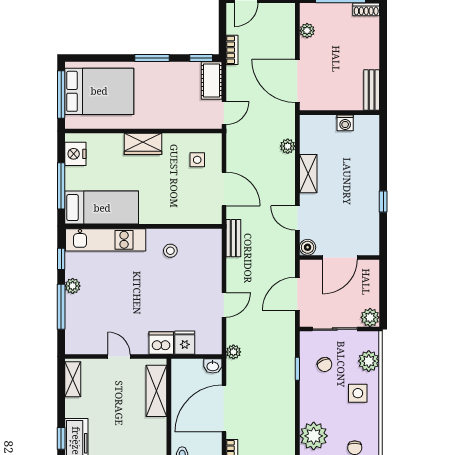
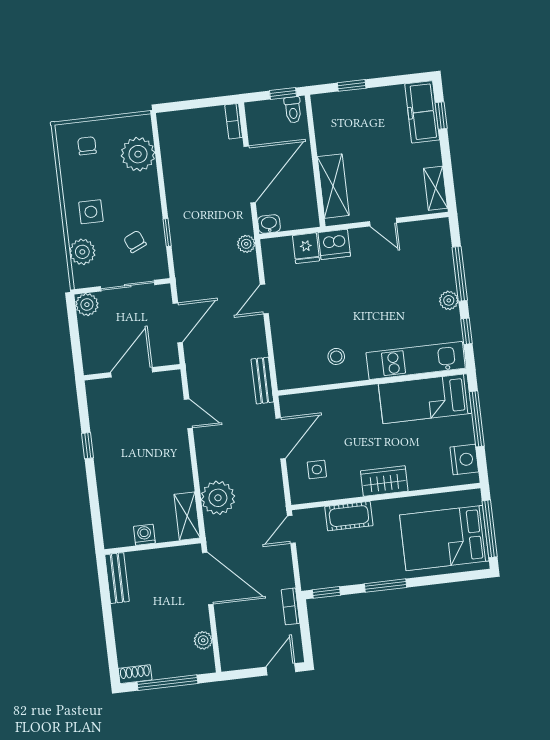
cot: (212, 80) -> (349, 516), moved, turned 90
plant: (288, 146) -> (218, 498), width x1.87, depth x1.87
shelving: (308, 174) -> (187, 516), moved
door: (224, 189) -> (281, 438), swing flipped
boiler: (308, 247) -> (172, 380), removed

